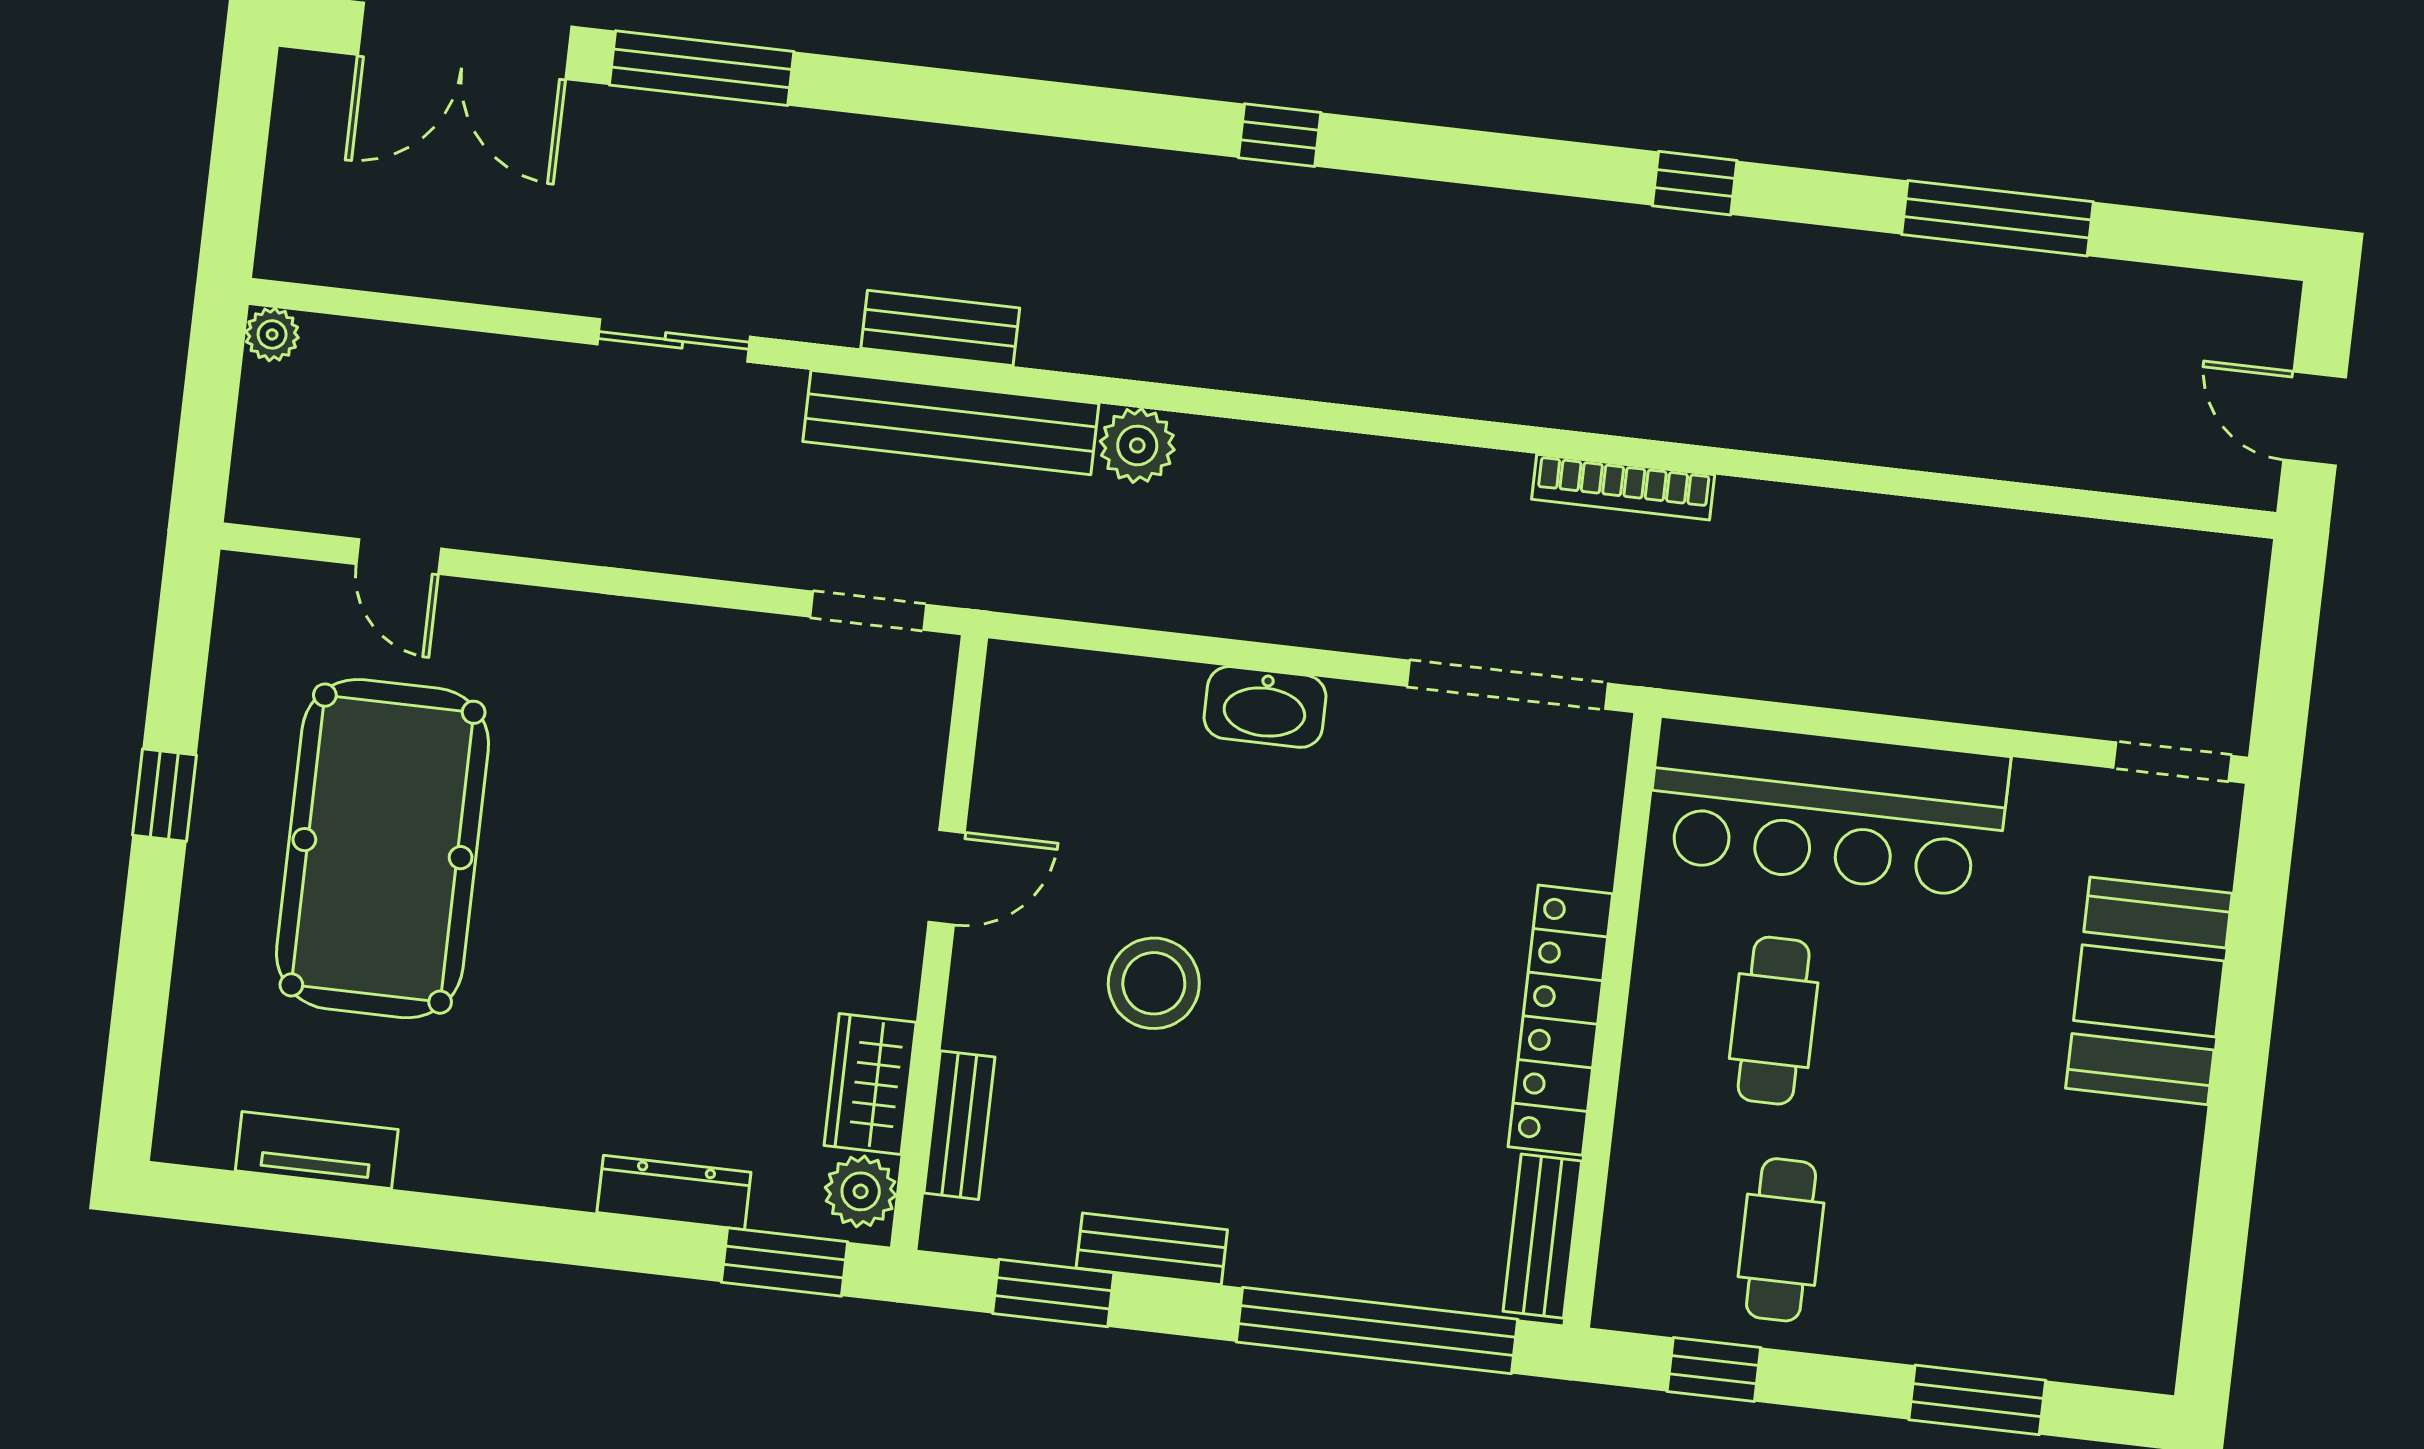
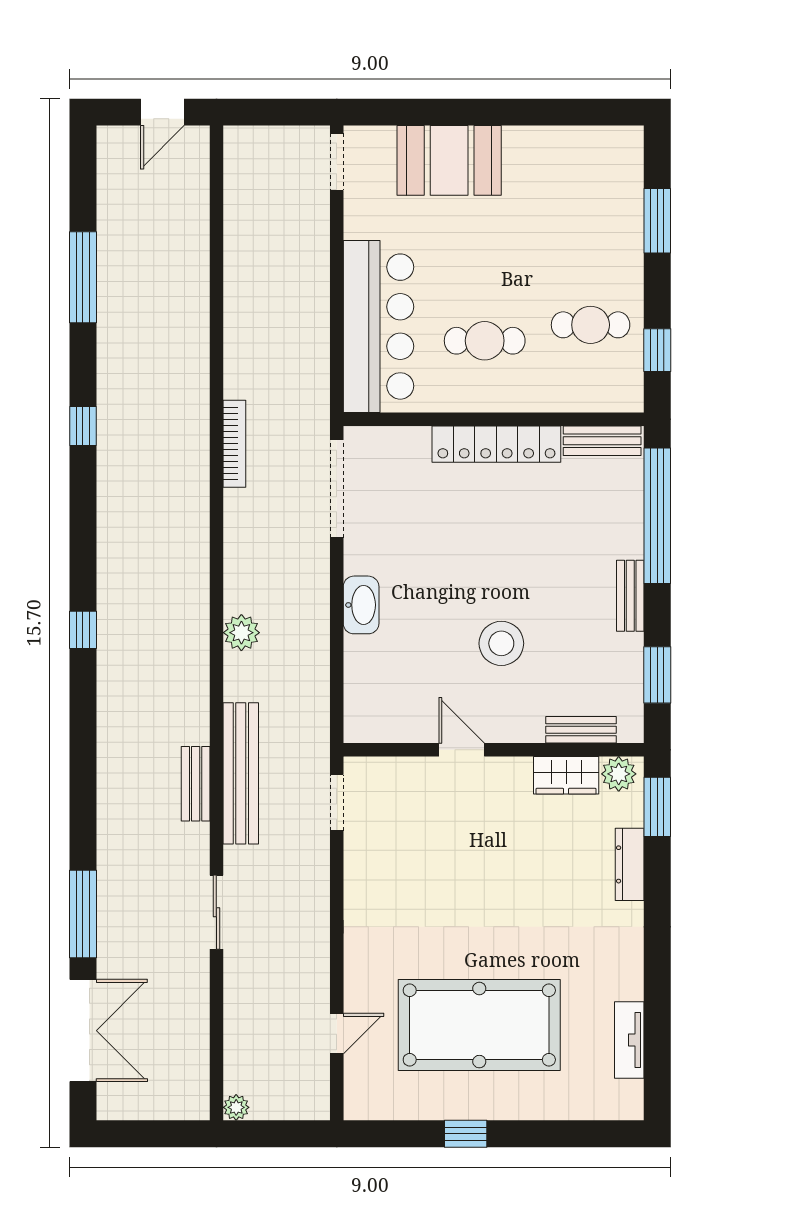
plant: (1137, 445) -> (241, 633), moved
bench: (1152, 1249) -> (630, 596), moved

